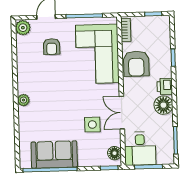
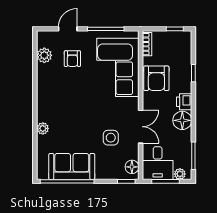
plant: (23, 28) -> (44, 55), moved
plant: (23, 100) -> (43, 128), moved
double door: (122, 113) -> (141, 127), swing flipped
plant: (163, 159) -> (180, 174), added

